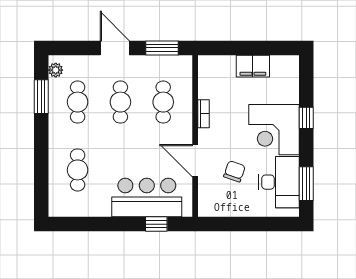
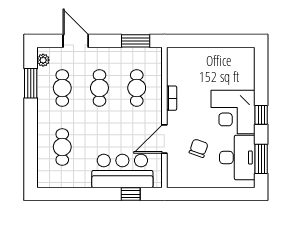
door: (115, 48) -> (76, 41), moved
filing cabinet: (253, 66) -> (215, 57), removed
window: (306, 118) -> (261, 115), moved
door: (195, 161) -> (164, 139), hinge flipped

